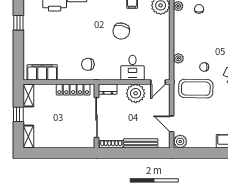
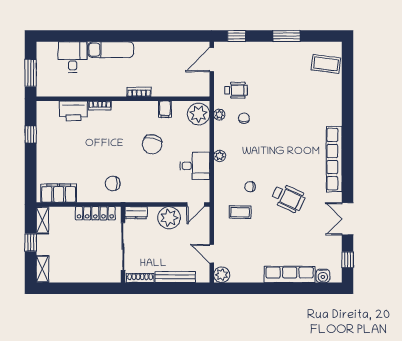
plant: (178, 58) -> (220, 156), moved
desk: (132, 68) -> (195, 166), moved, turned -90
coffee table: (196, 89) -> (240, 212), width x0.54, depth x0.58

